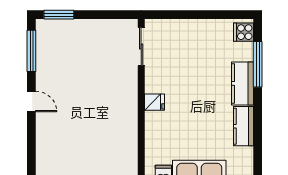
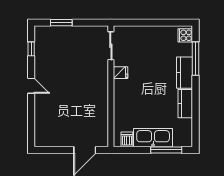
window: (59, 15) -> (61, 23), moved
window: (31, 51) -> (31, 49), width x0.46
fridge: (154, 102) -> (120, 73), moved

